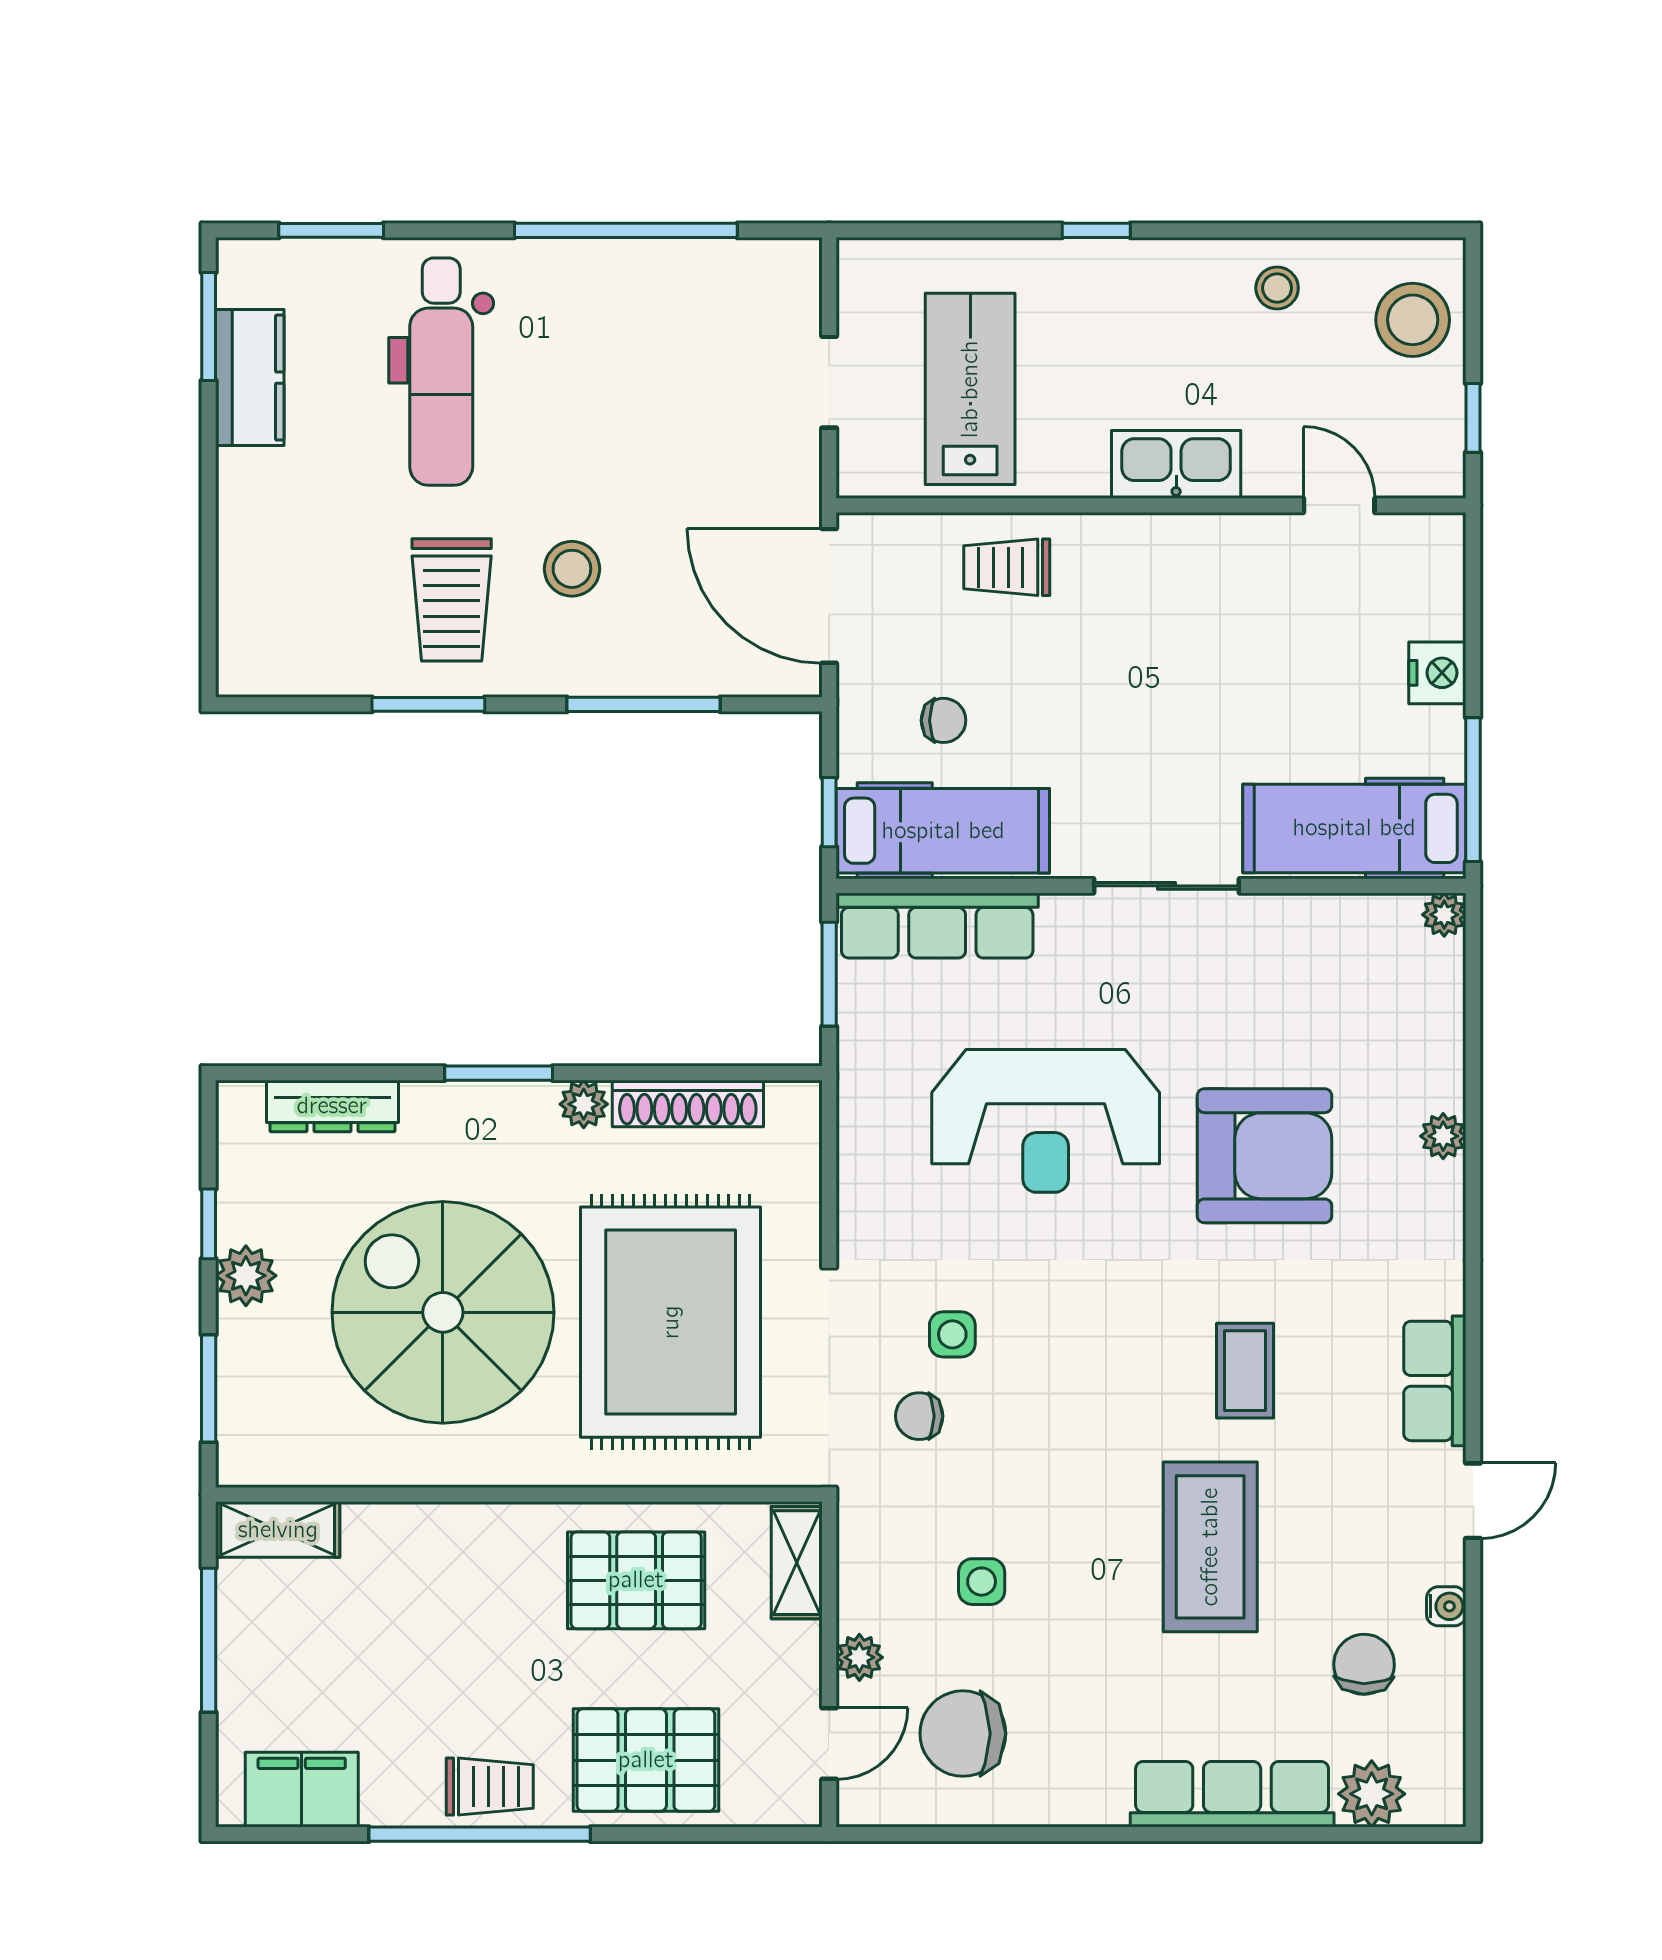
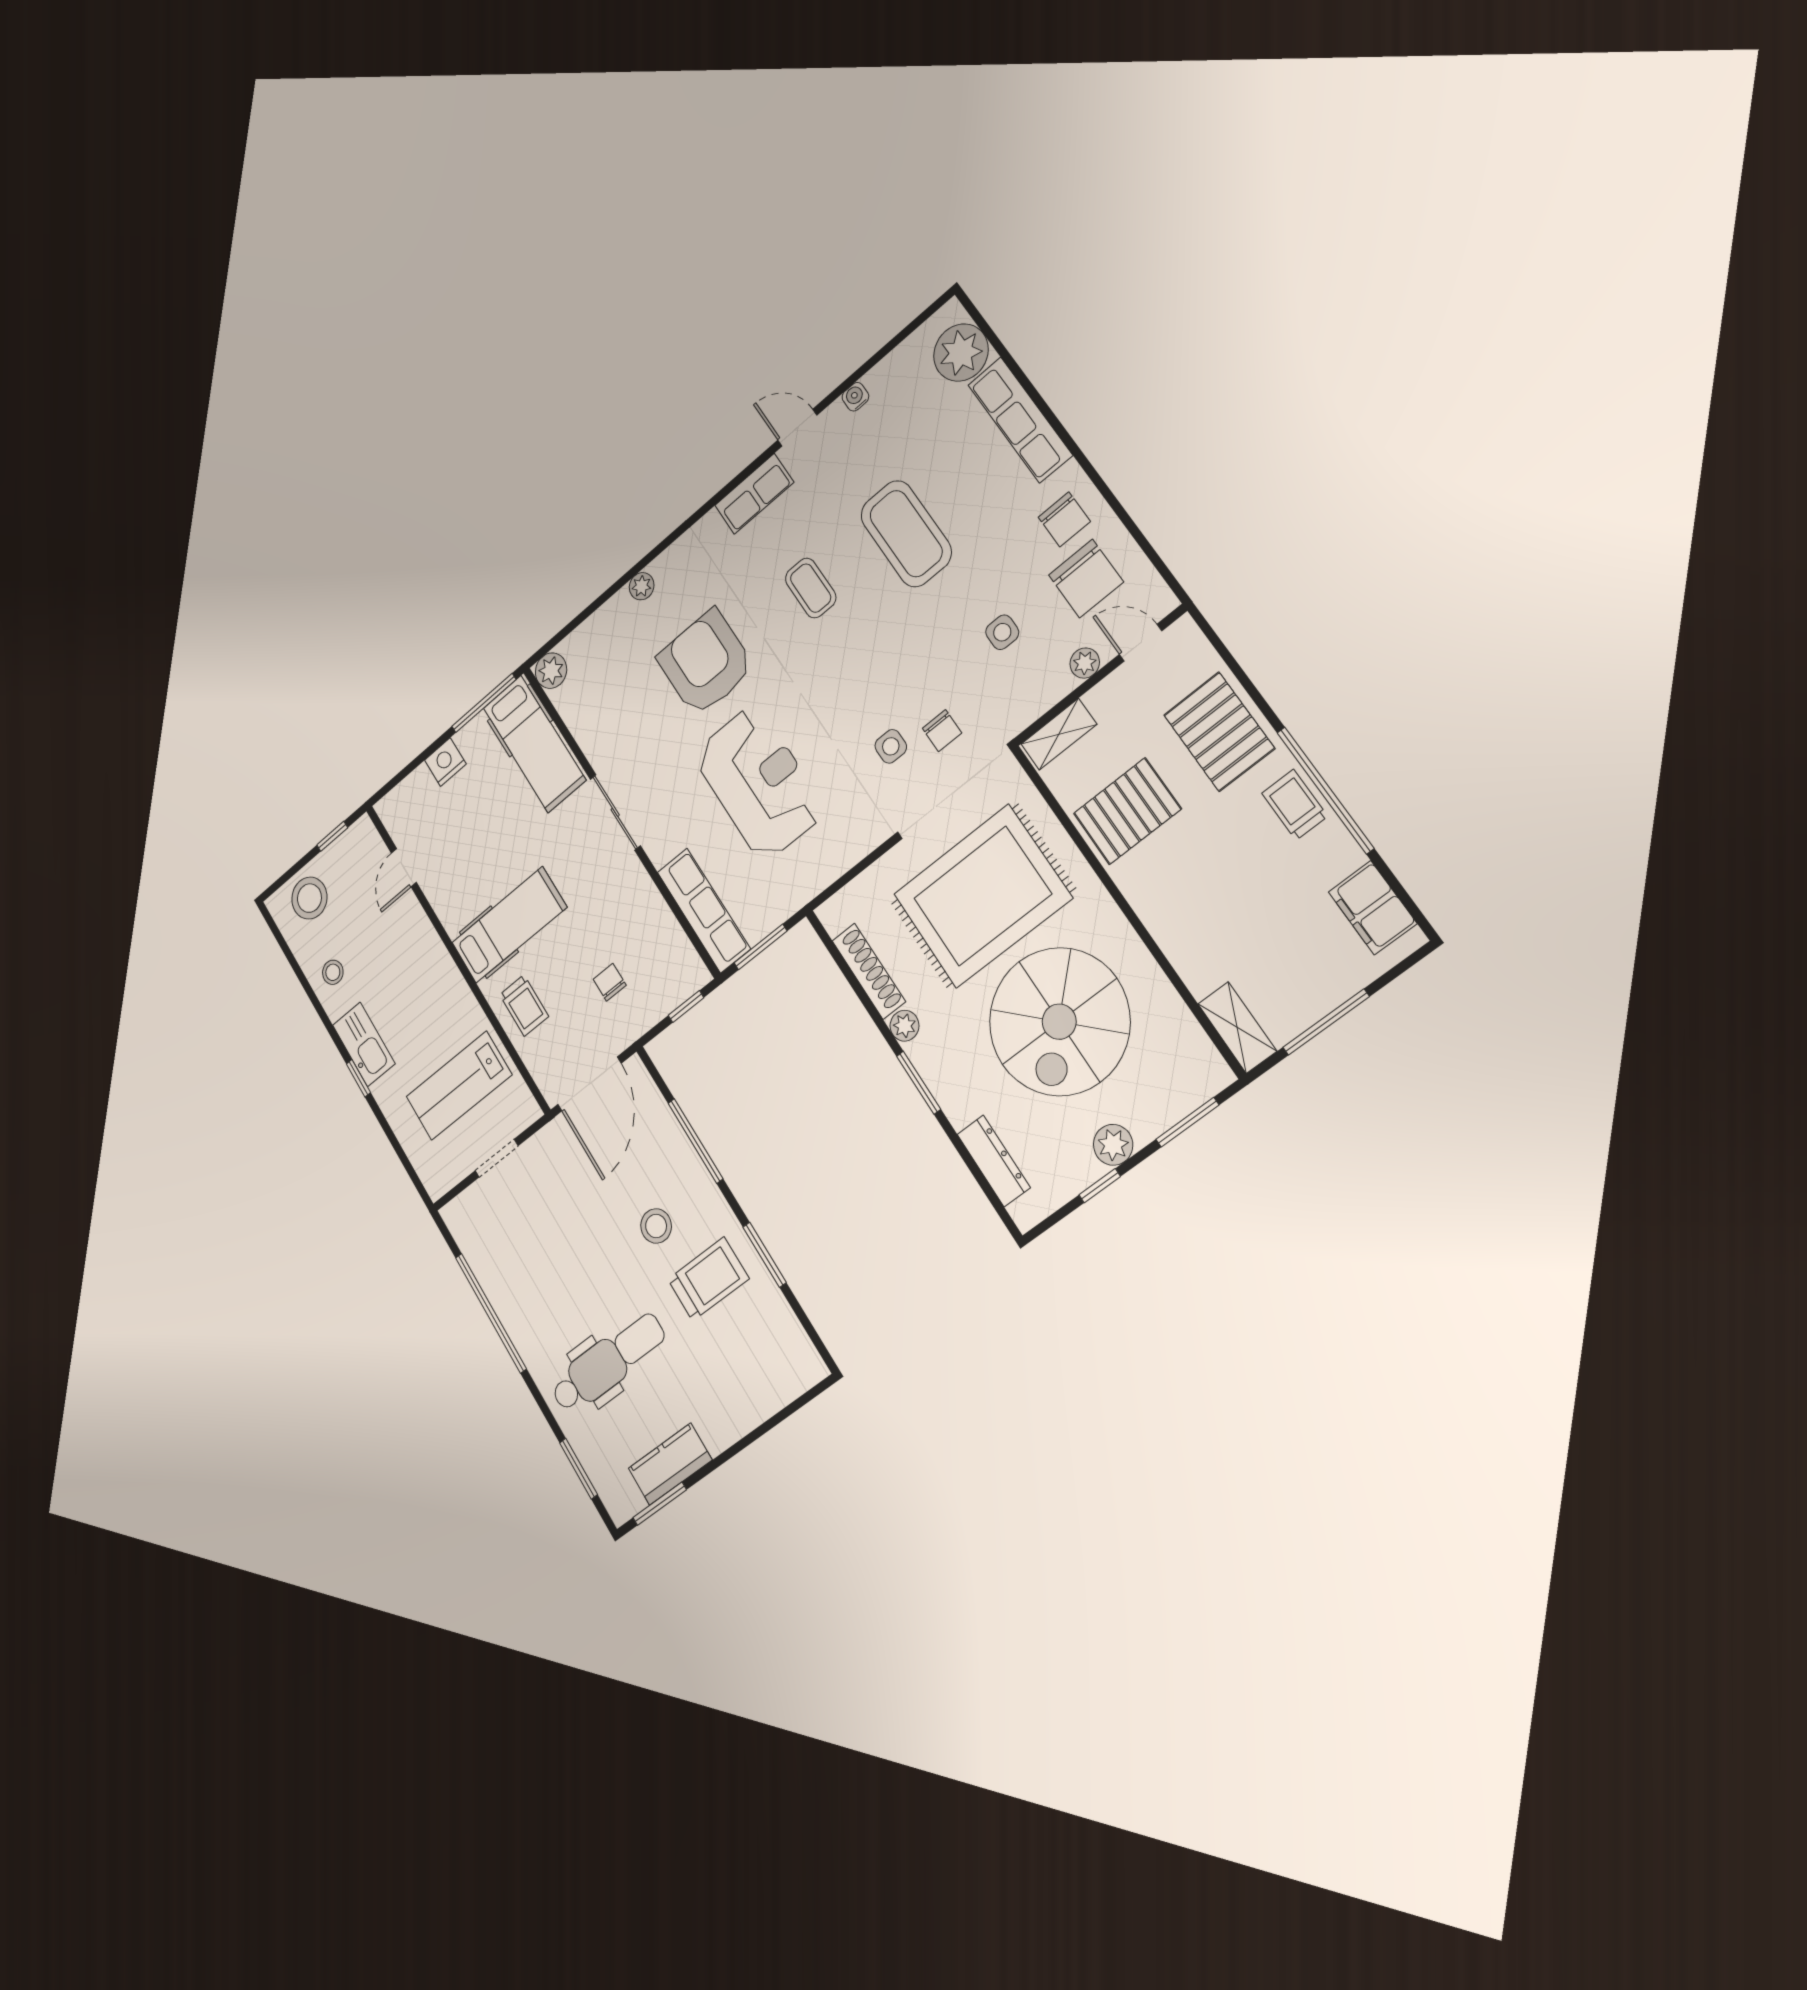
kitchen sink: (1176, 464) -> (364, 1044), moved, turned 180
hospital bed: (943, 831) -> (509, 925), moved, turned 90
plant: (1444, 915) -> (551, 671), width x1.38, depth x1.38
coffee table: (1245, 1371) -> (811, 588), turned 90
coffee table: (1210, 1547) -> (906, 534), turned 90
pallet: (636, 1580) -> (1127, 811), turned 90
chair: (1364, 1664) -> (1064, 519), moved, turned -91
plant: (1372, 1794) -> (961, 353), width x1.36, depth x1.36

